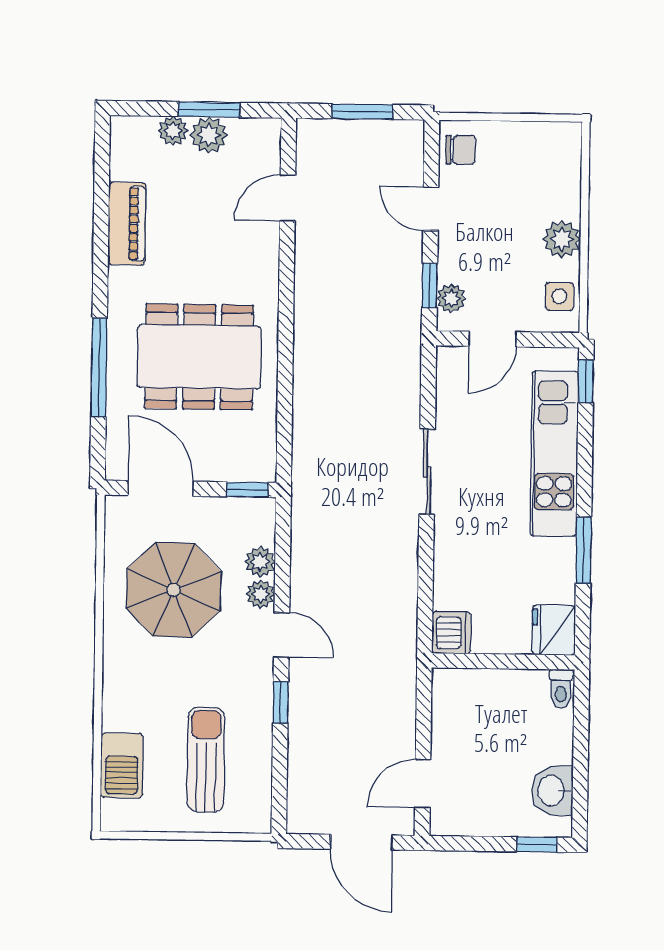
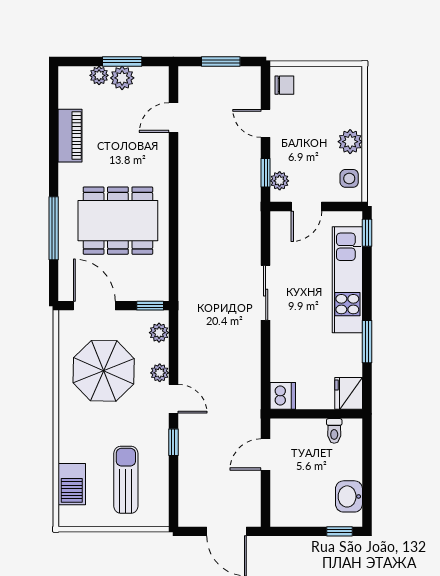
plant: (260, 562) -> (159, 333), moved
toilet: (561, 689) -> (334, 431), moved
door: (423, 783) -> (266, 455), moved

